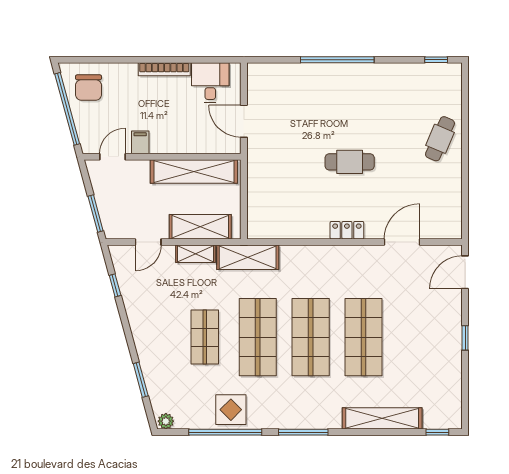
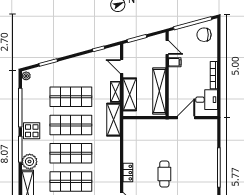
shop shelf: (205, 337) -> (71, 97), width x1.43, depth x1.36
display table: (231, 410) -> (32, 131), moved
plant: (326, 415) -> (30, 162), added

